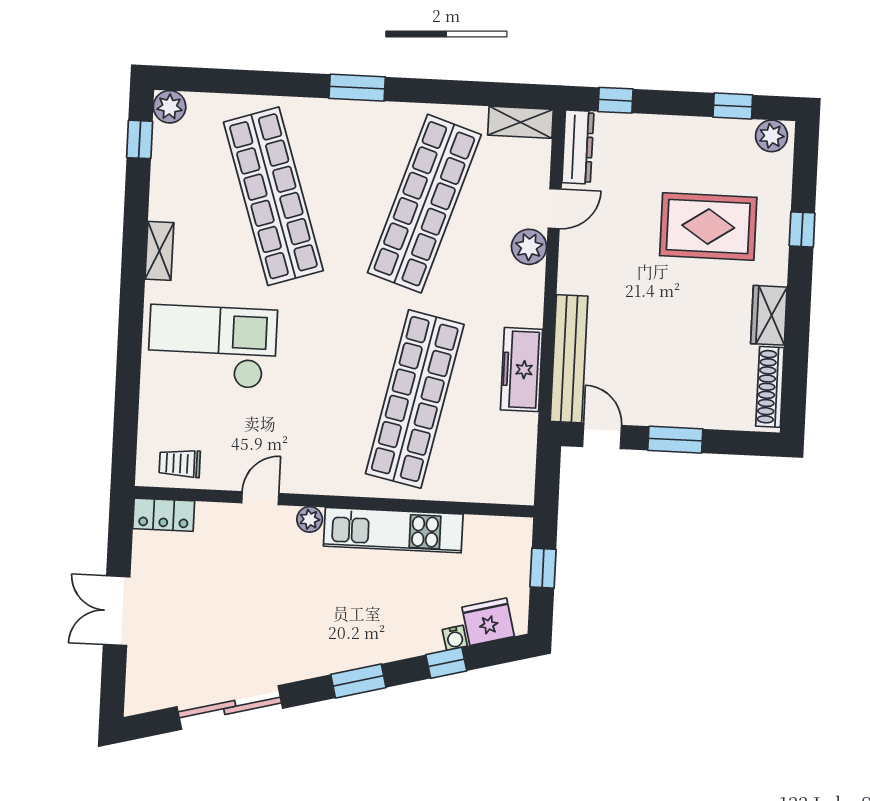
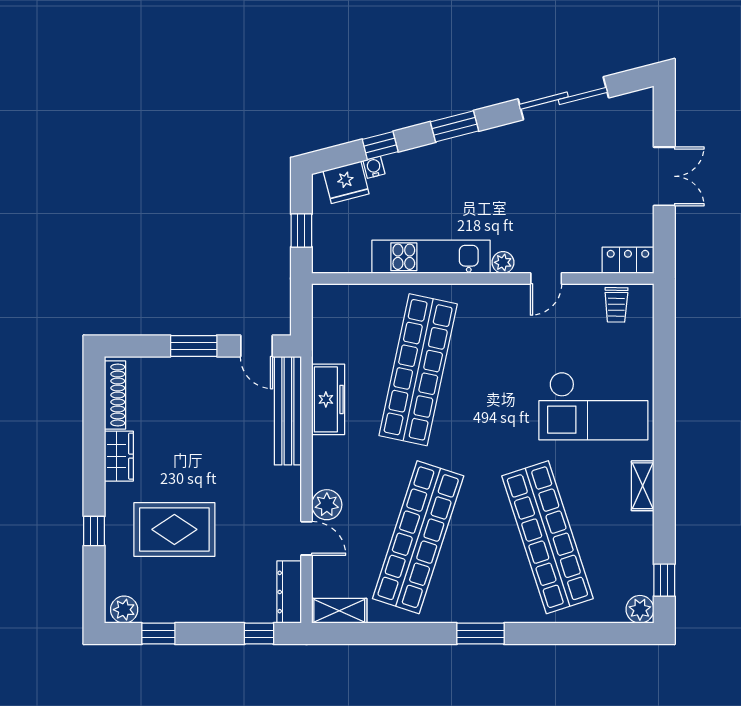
door: (555, 209) -> (307, 538), swing flipped
trolley: (180, 463) -> (616, 305), turned 91

